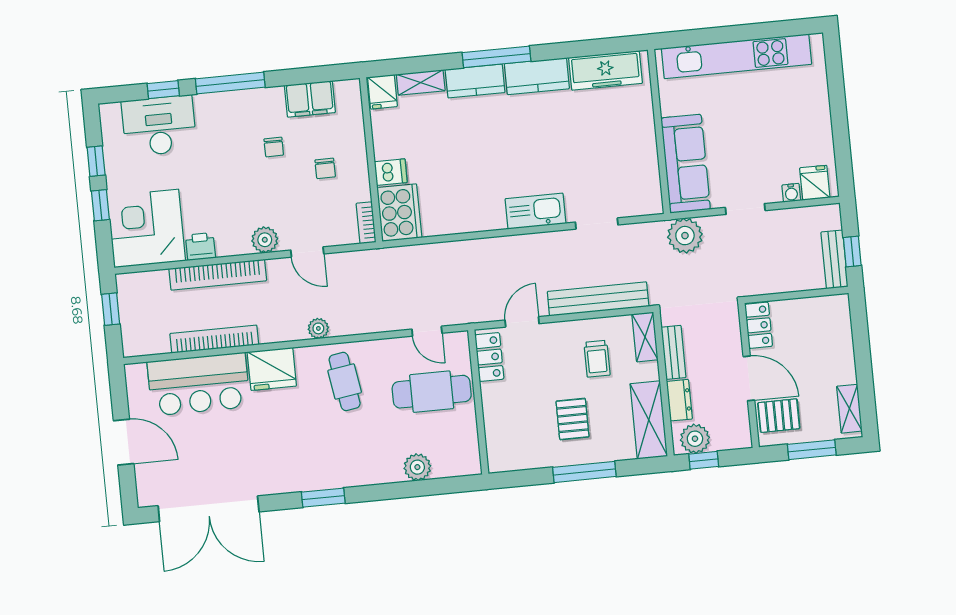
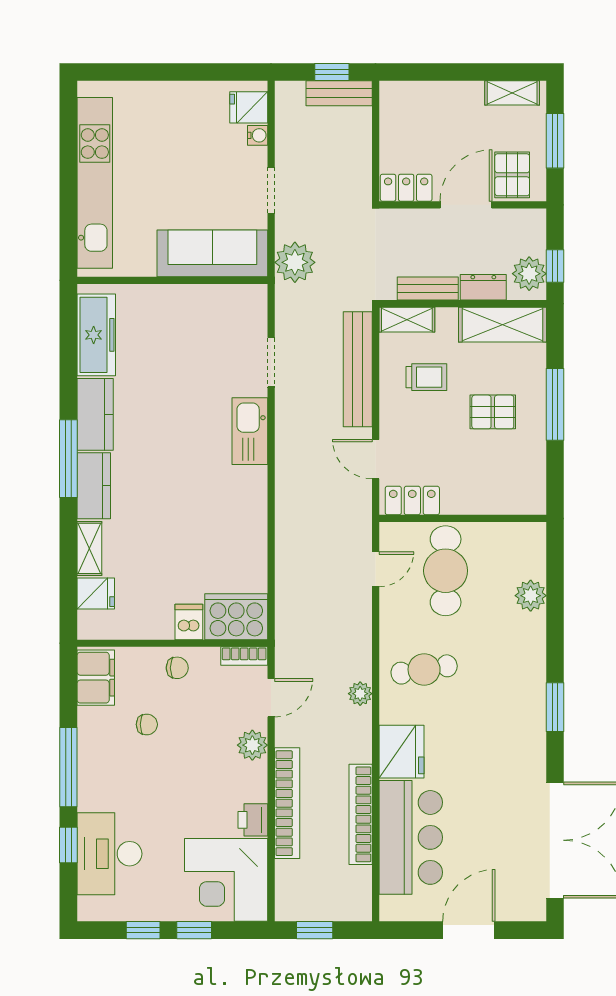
wall: (371, 160) -> (172, 643), moved
dishwasher: (391, 172) -> (189, 622), moved
cooker: (399, 213) -> (236, 617), moved
bookcase: (366, 223) -> (244, 656), moved

